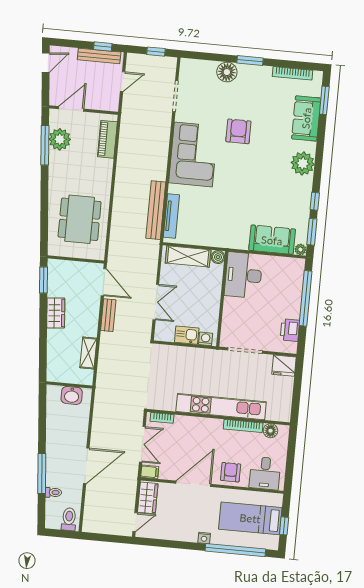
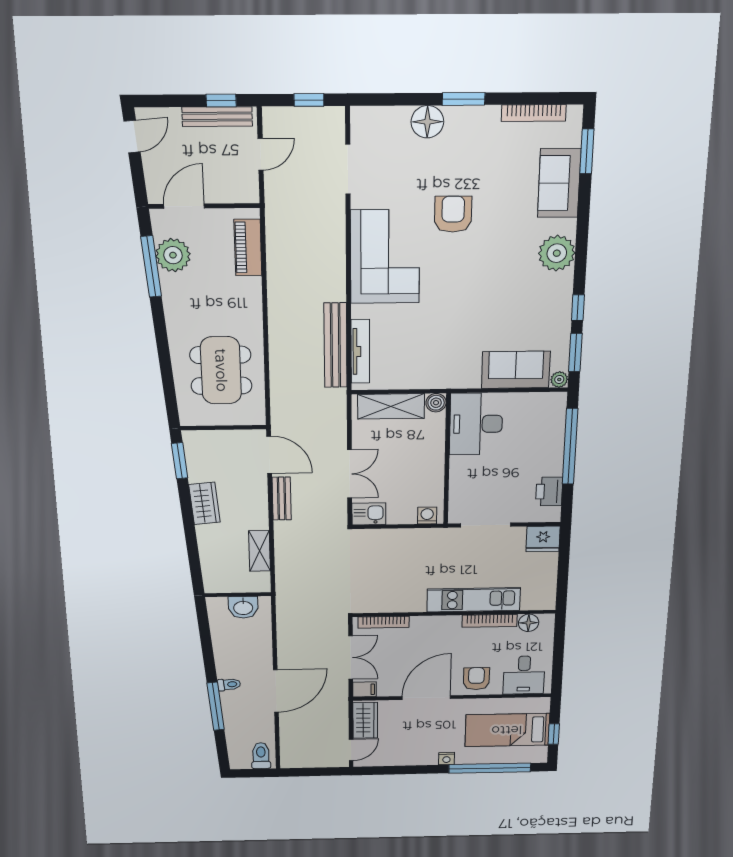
kitchen sink: (187, 335) -> (369, 514), moved
kitchen unit: (221, 407) -> (474, 600), width x0.73
bookcase: (162, 418) -> (384, 622), width x1.56
toilet: (53, 492) -> (229, 684), moved

